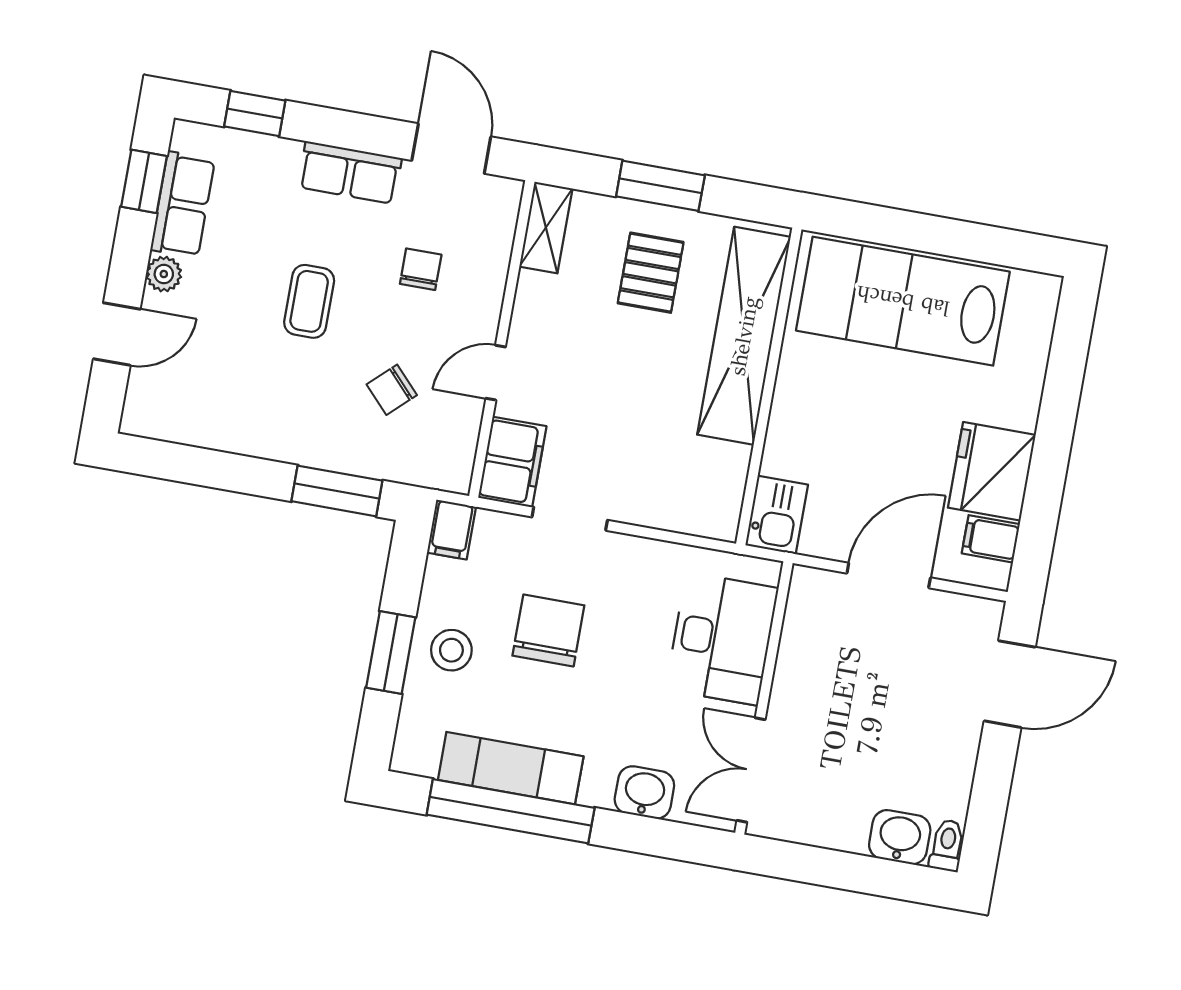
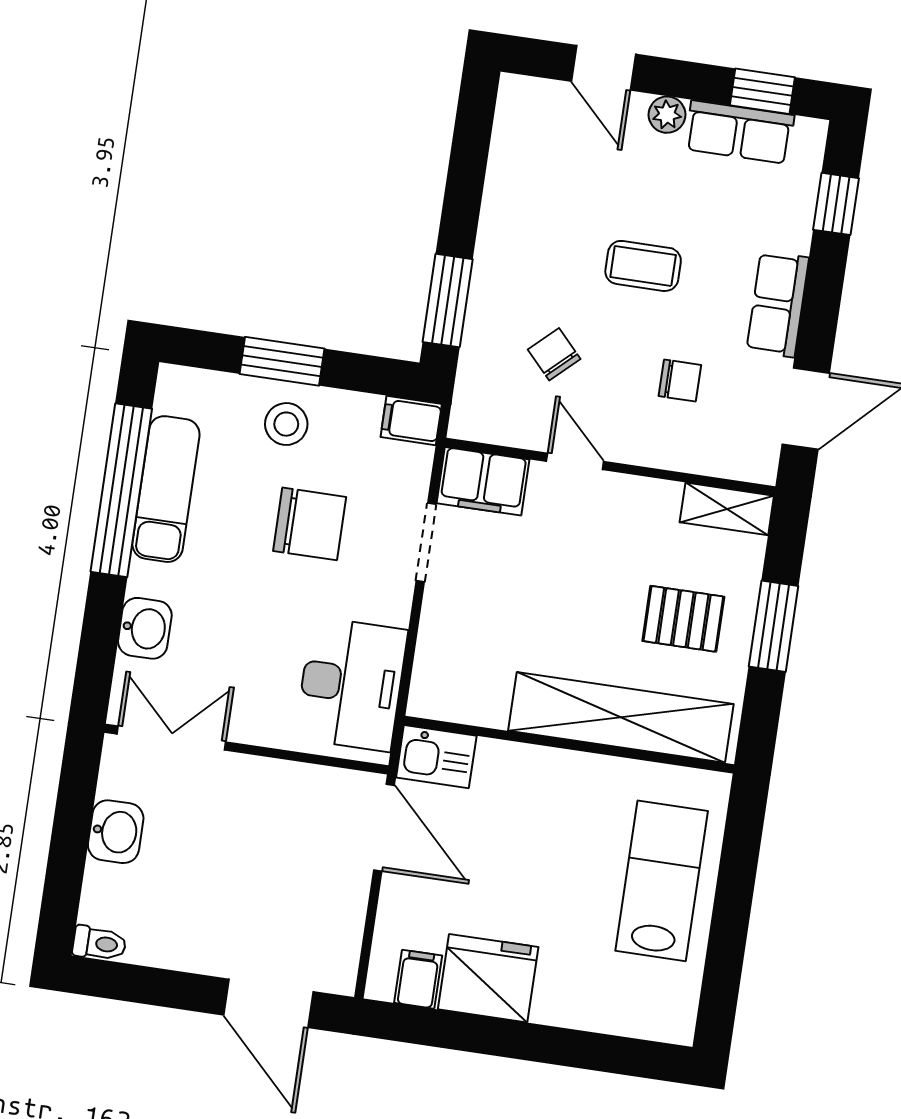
lab bench: (903, 301) -> (662, 881), width x0.73, depth x0.72
door: (889, 575) -> (384, 828), moved
desk: (722, 639) -> (351, 684), moved, turned -90
washbasin: (900, 837) -> (116, 832), moved

